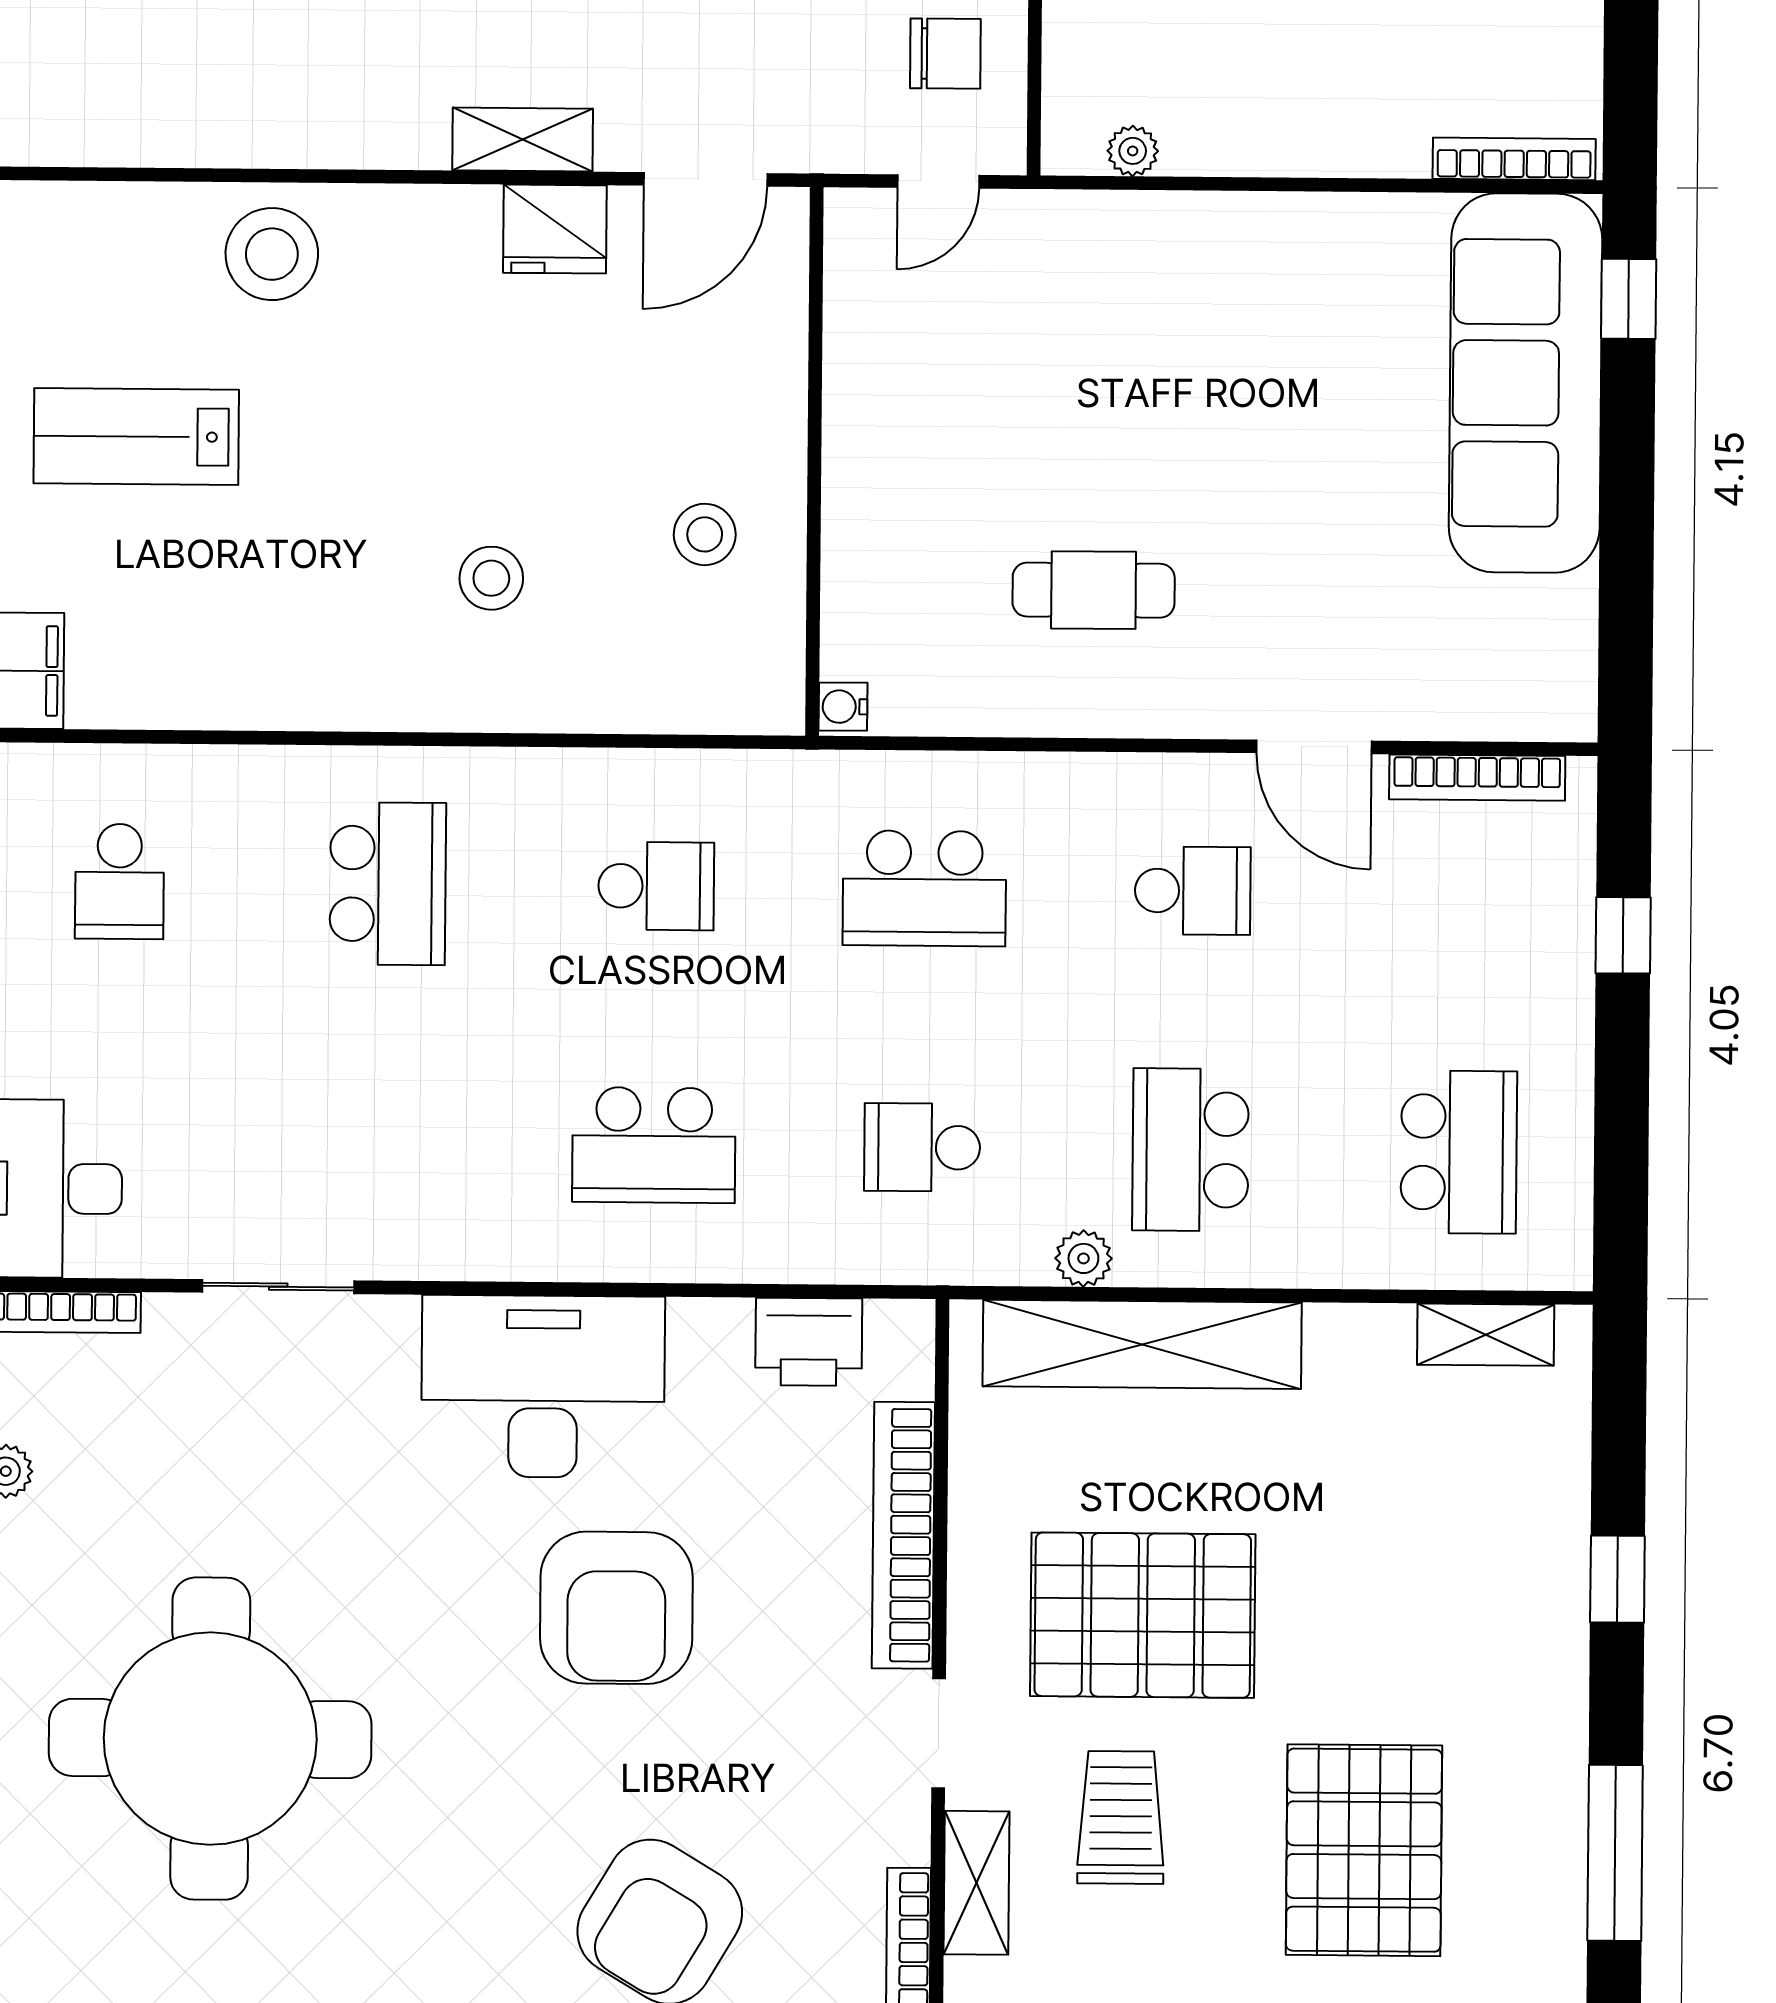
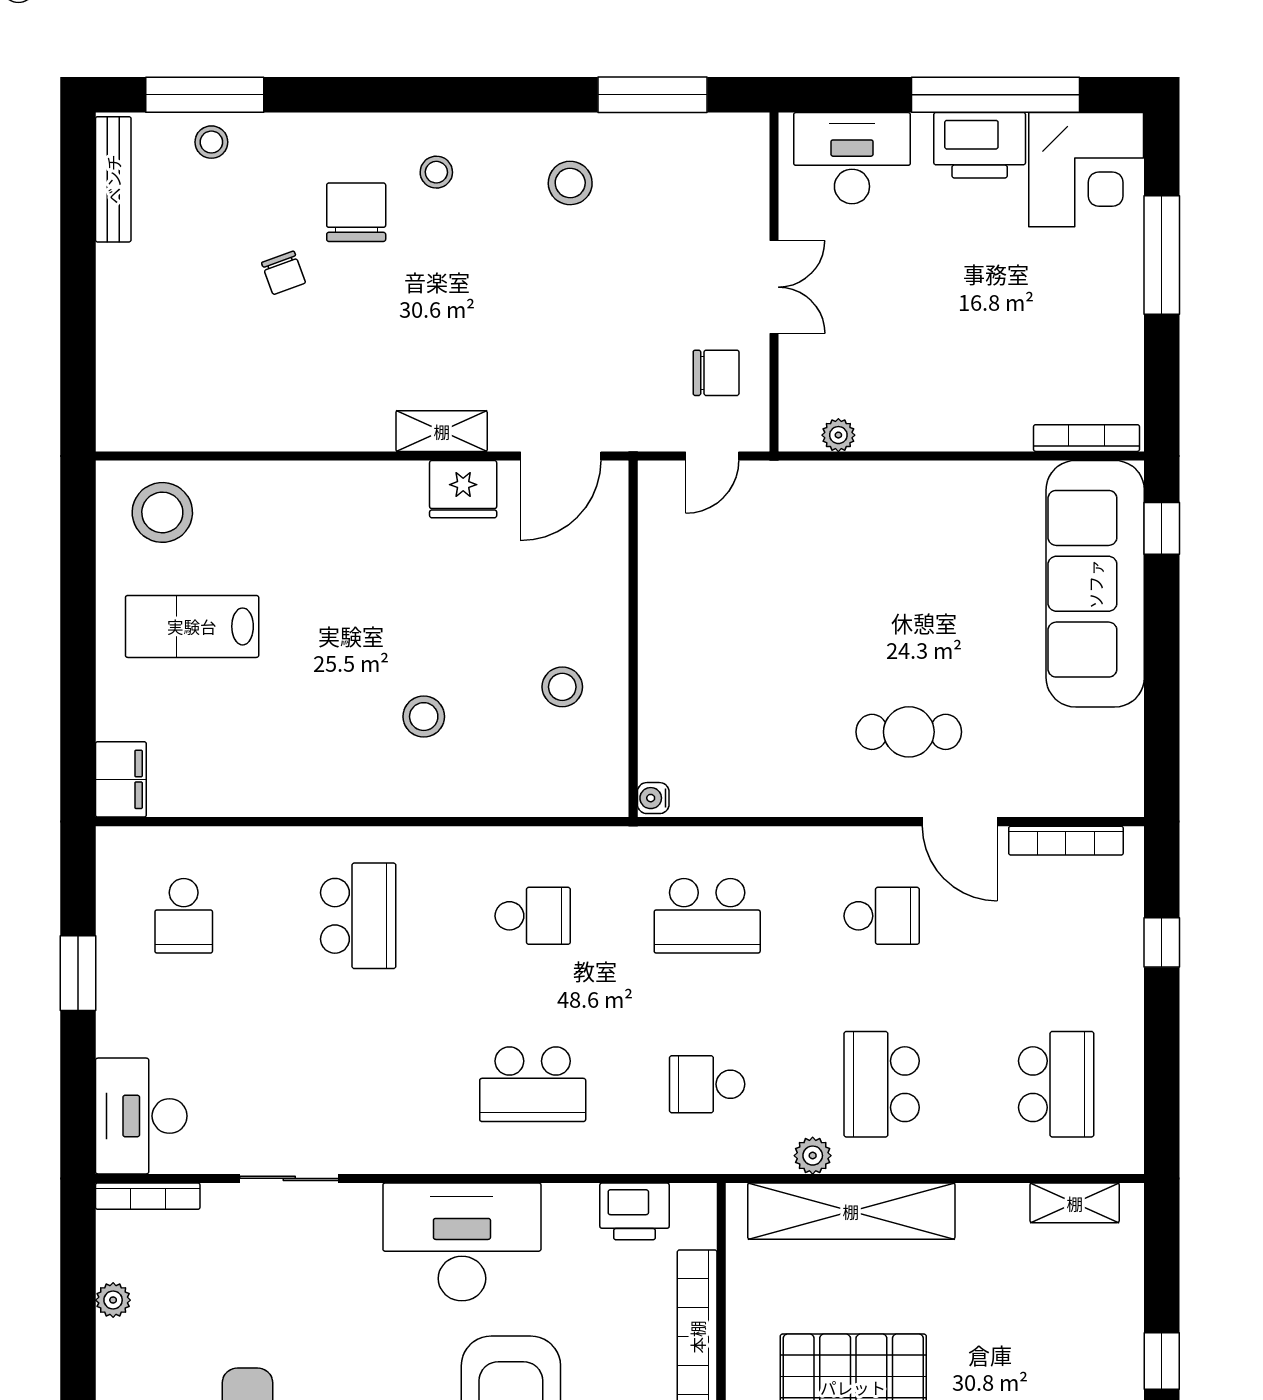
stool: (272, 254) -> (162, 512), moved
cafe table: (1094, 590) -> (909, 732), moved

